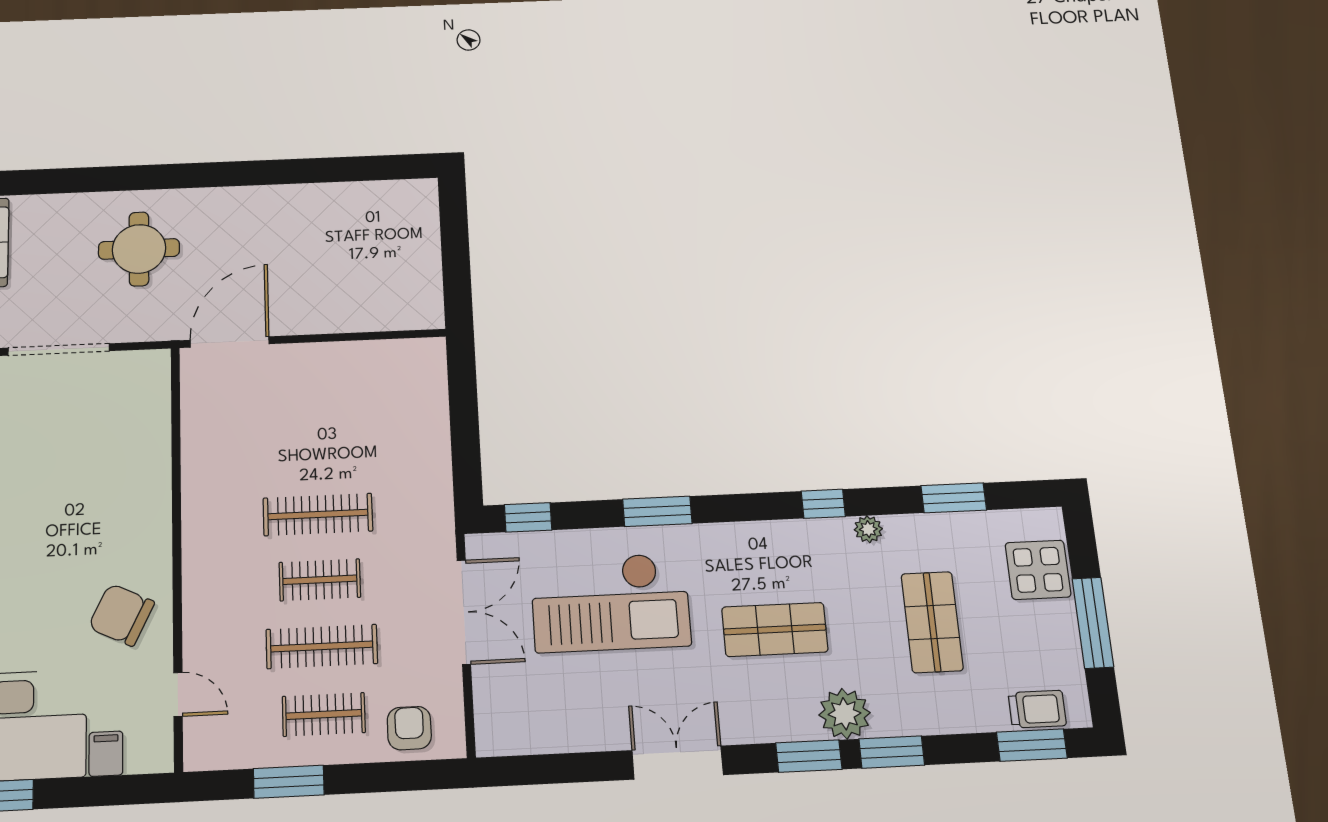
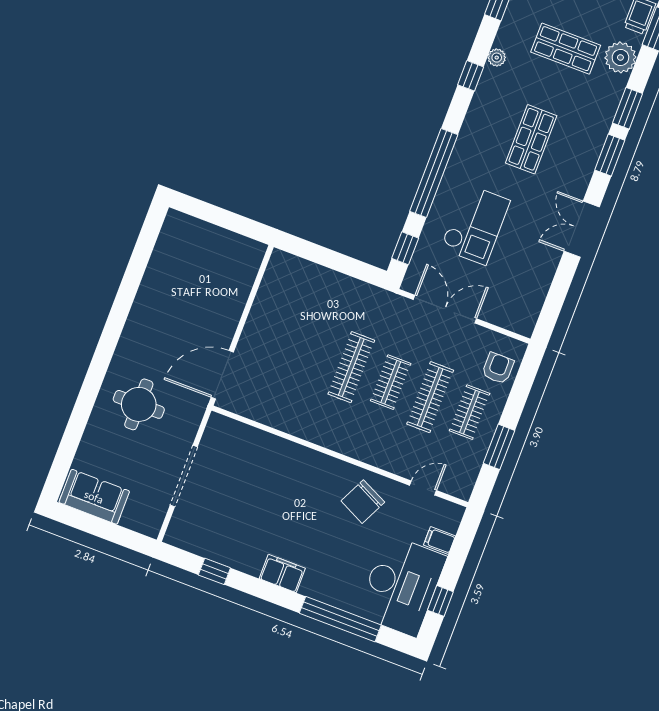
door: (230, 342) -> (222, 375), hinge flipped
window: (657, 511) -> (434, 173), width x2.11
checkout: (610, 602) -> (475, 224), width x0.73, depth x0.83
plant: (845, 714) -> (620, 57), moved
armchair: (409, 728) -> (498, 368), turned 90

